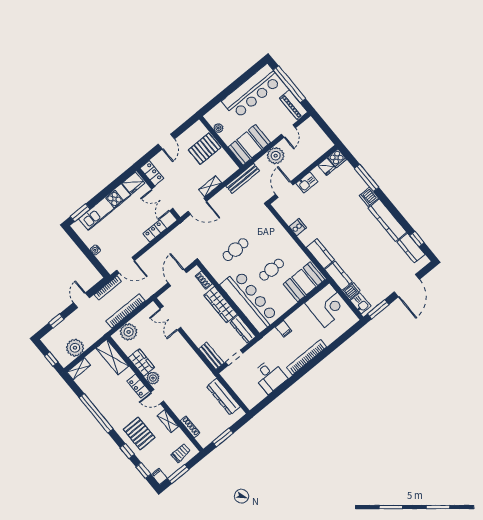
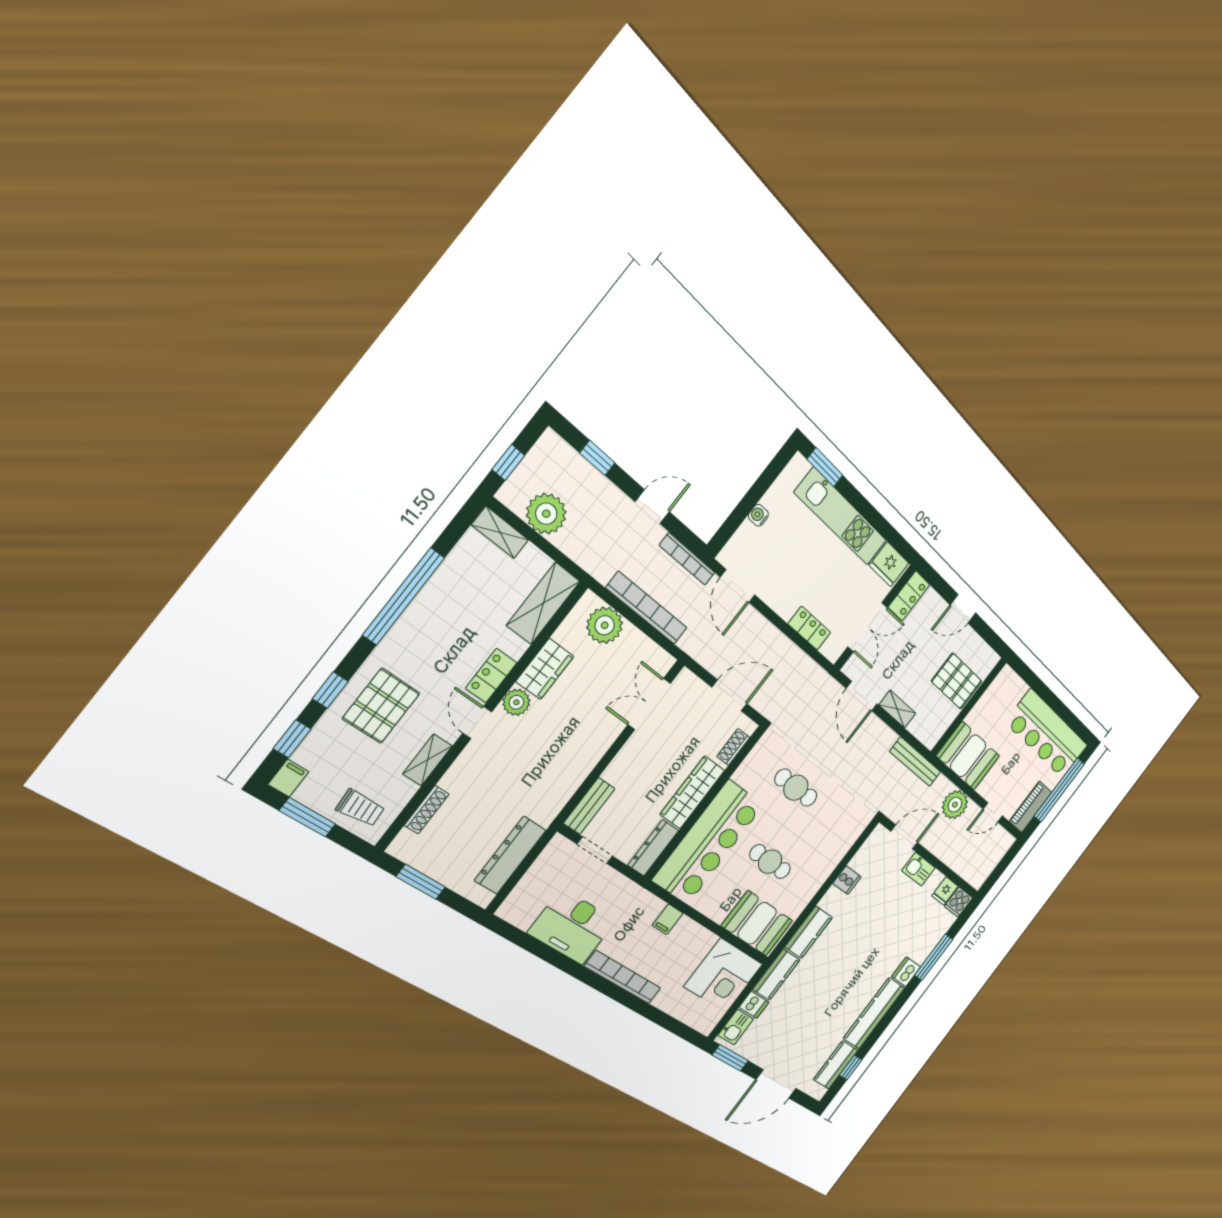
plant: (218, 128) -> (990, 695), removed
double door: (162, 199) -> (868, 627), swing flipped
desk: (270, 376) -> (572, 927), width x1.37

